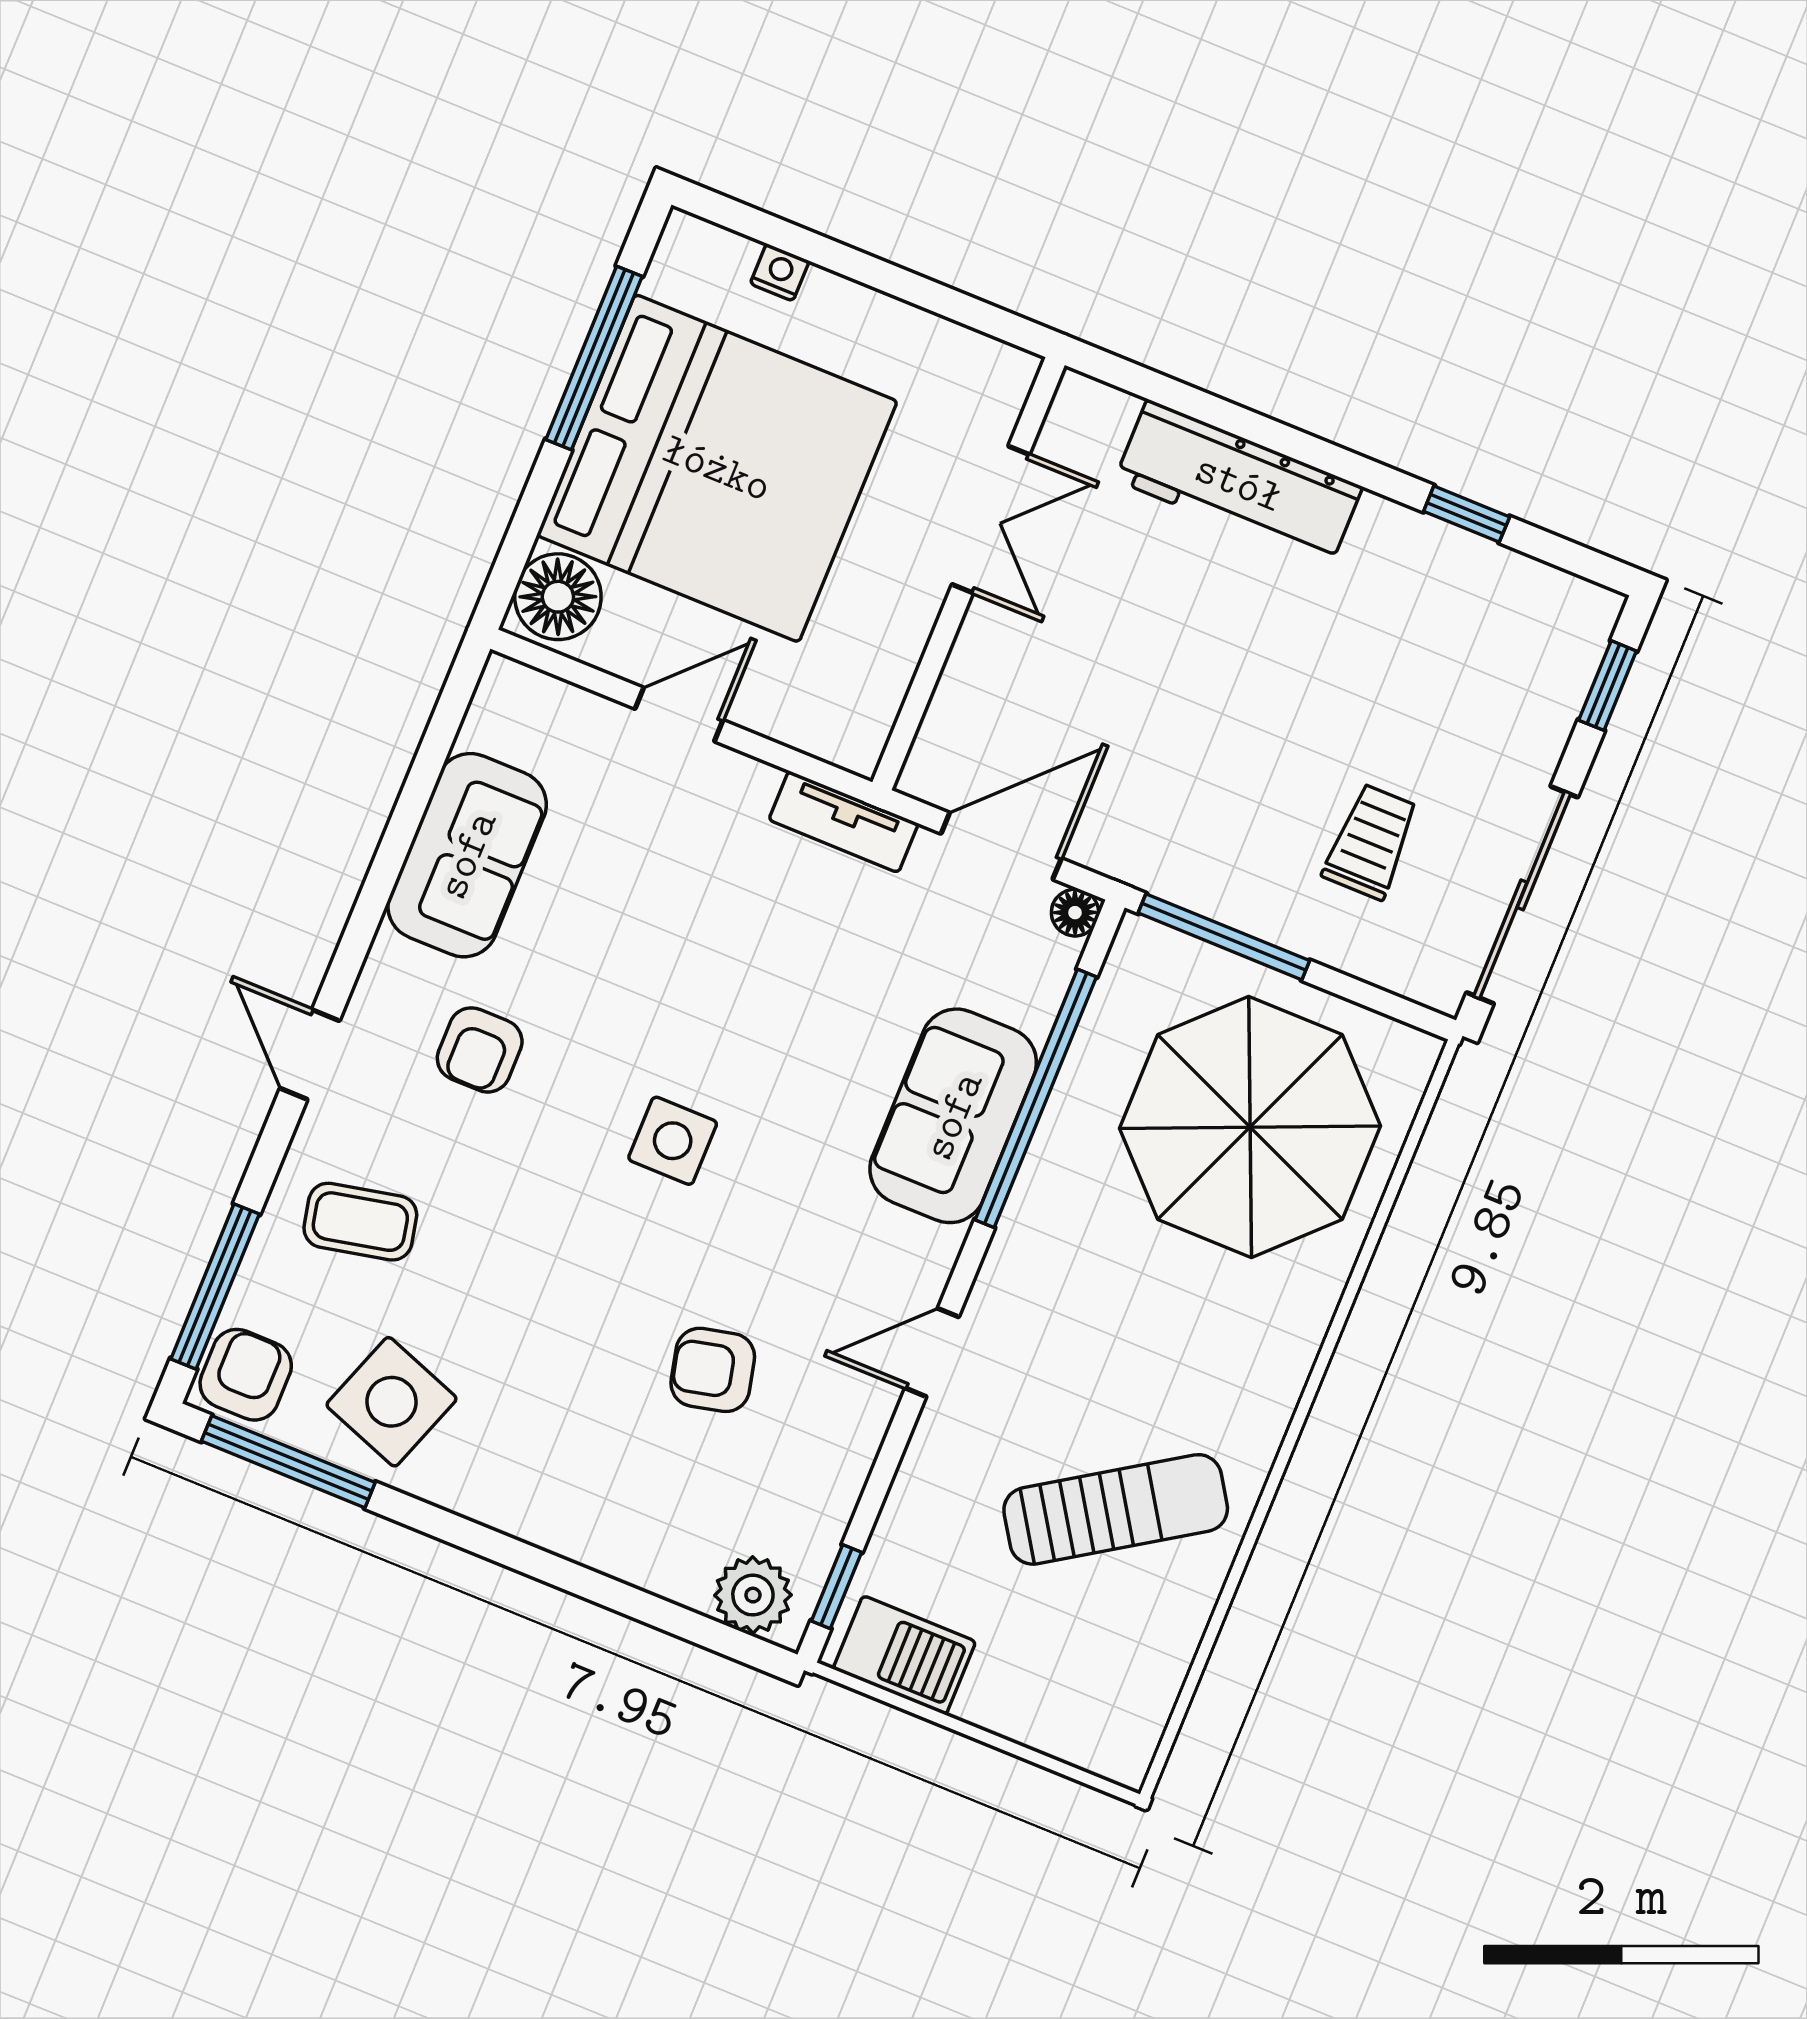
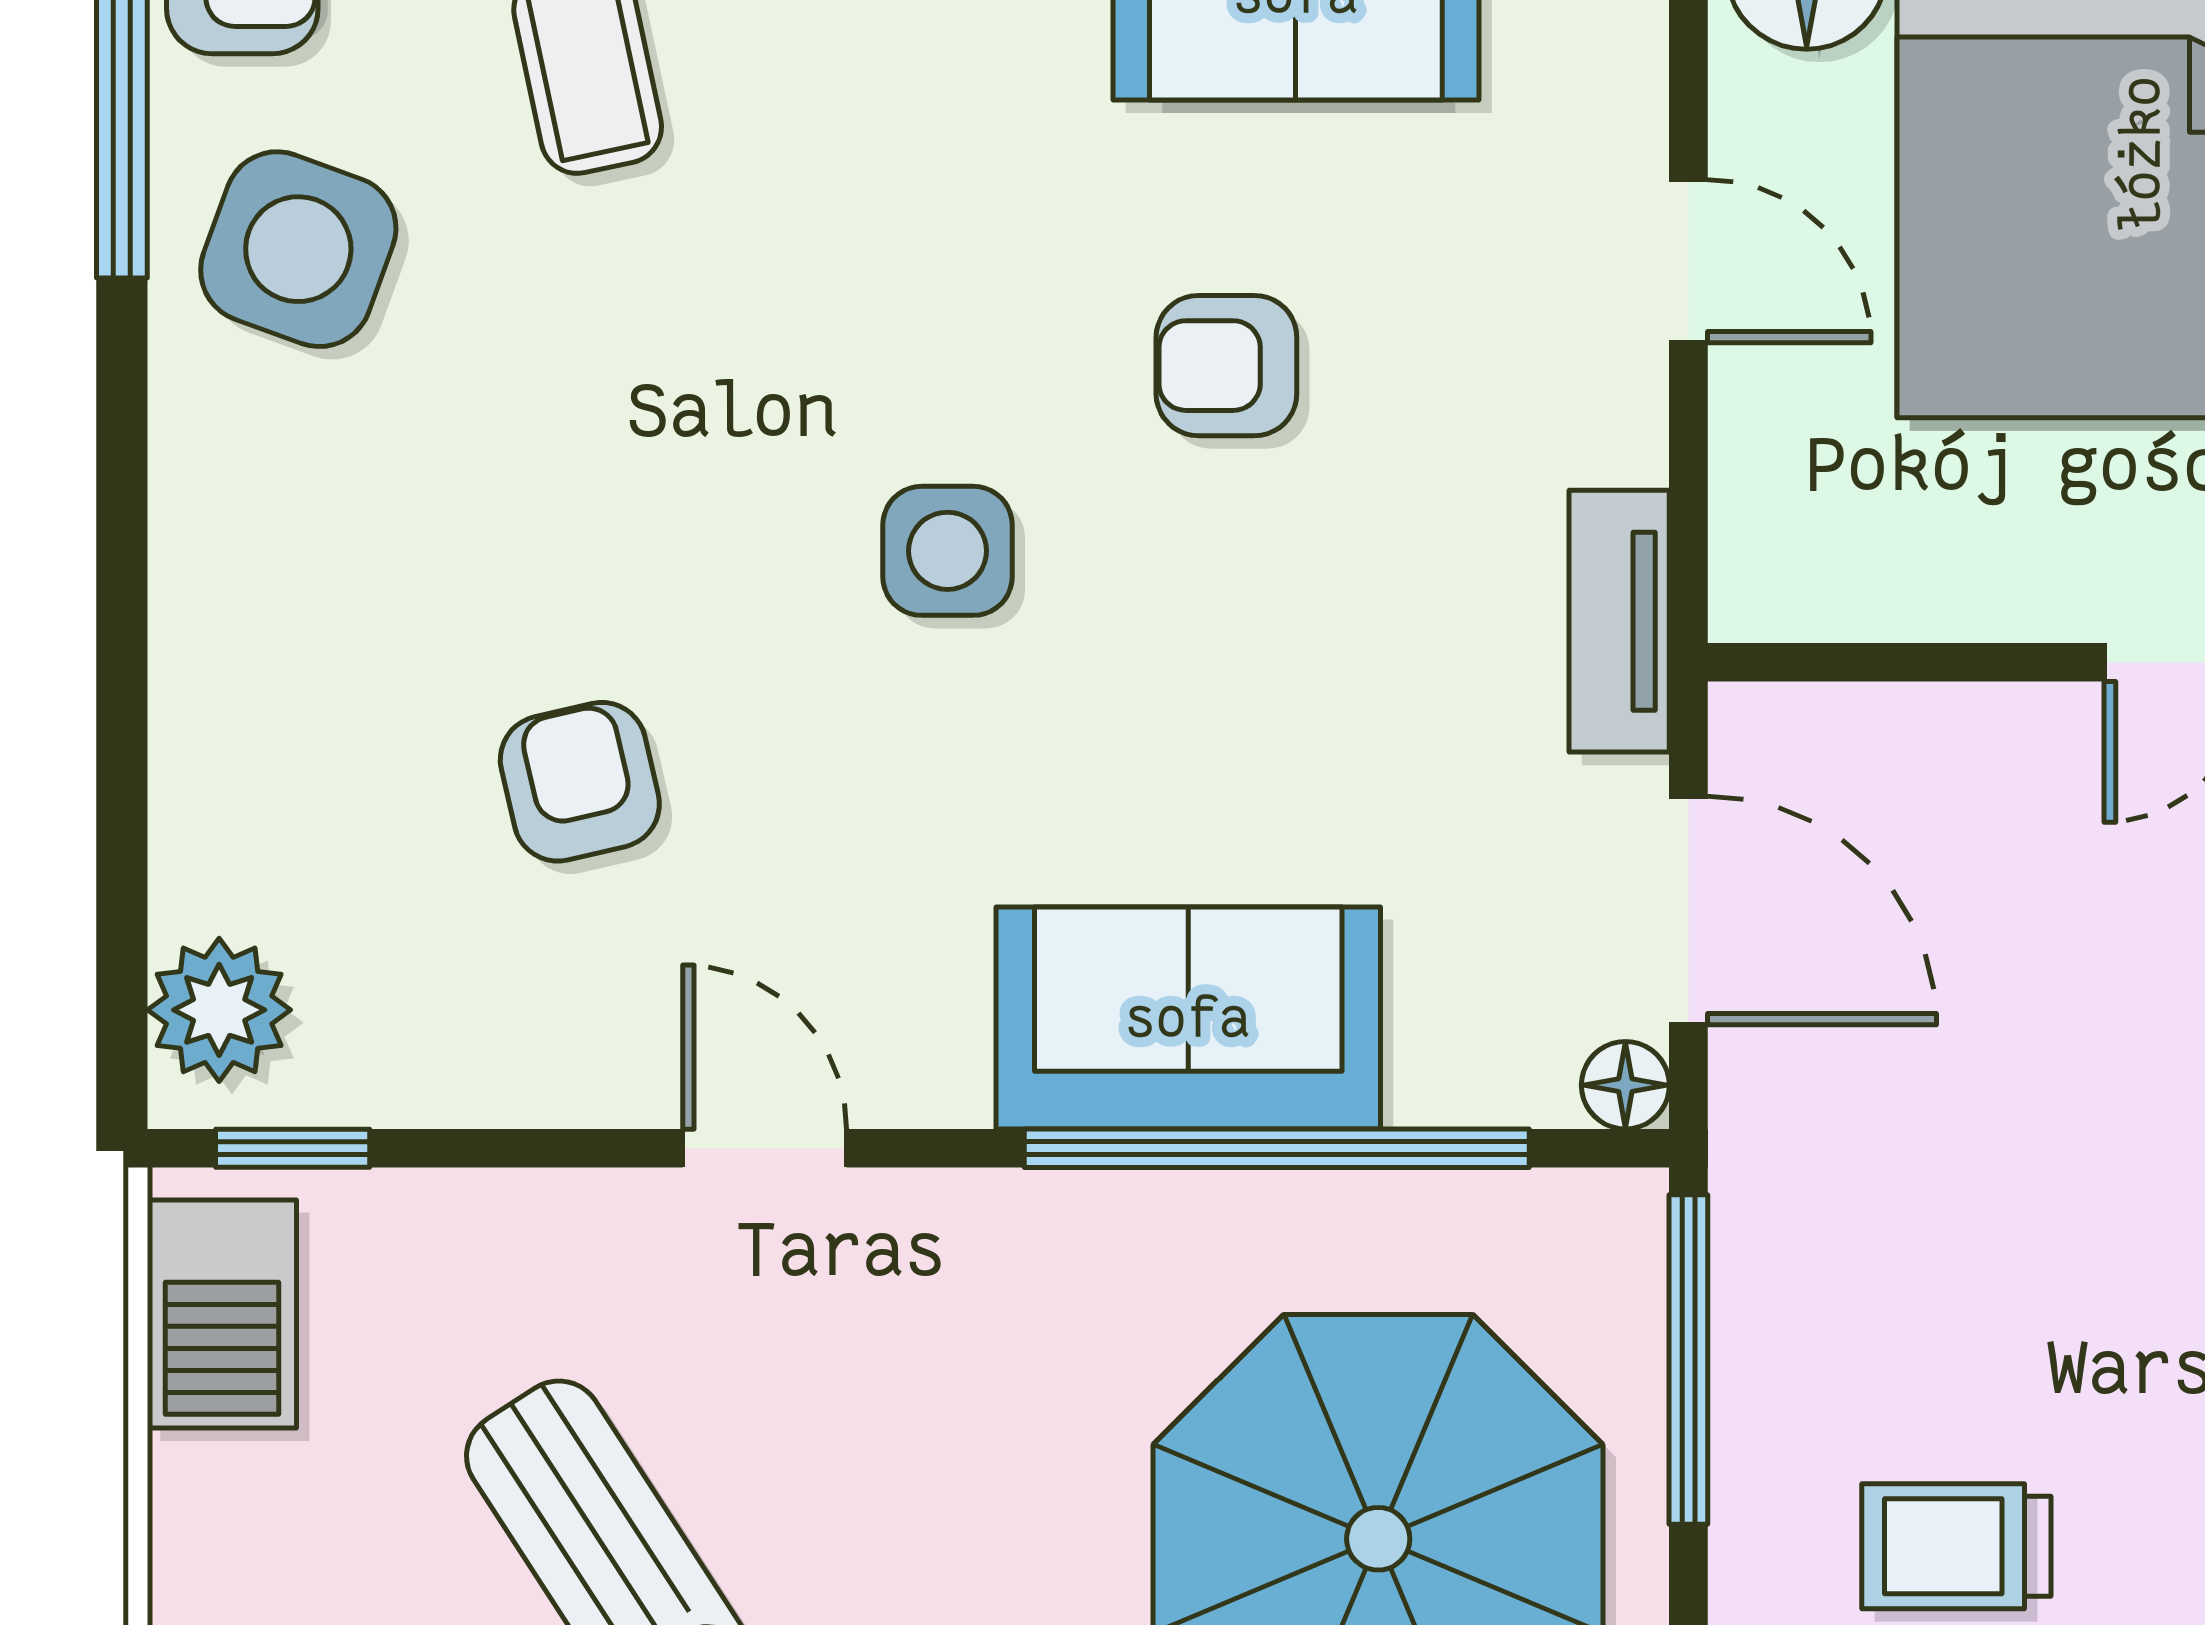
trolley: (1371, 842) -> (1956, 1546), turned 180
armchair: (480, 1050) -> (1226, 366), moved

